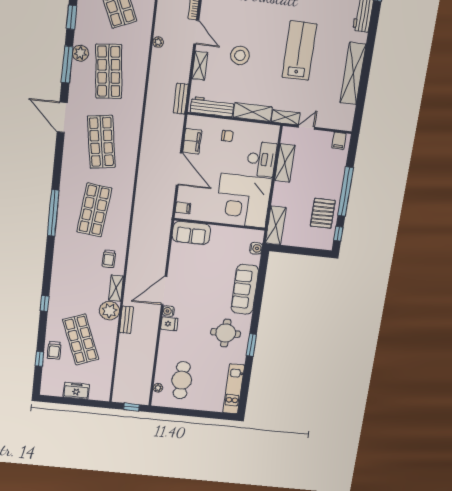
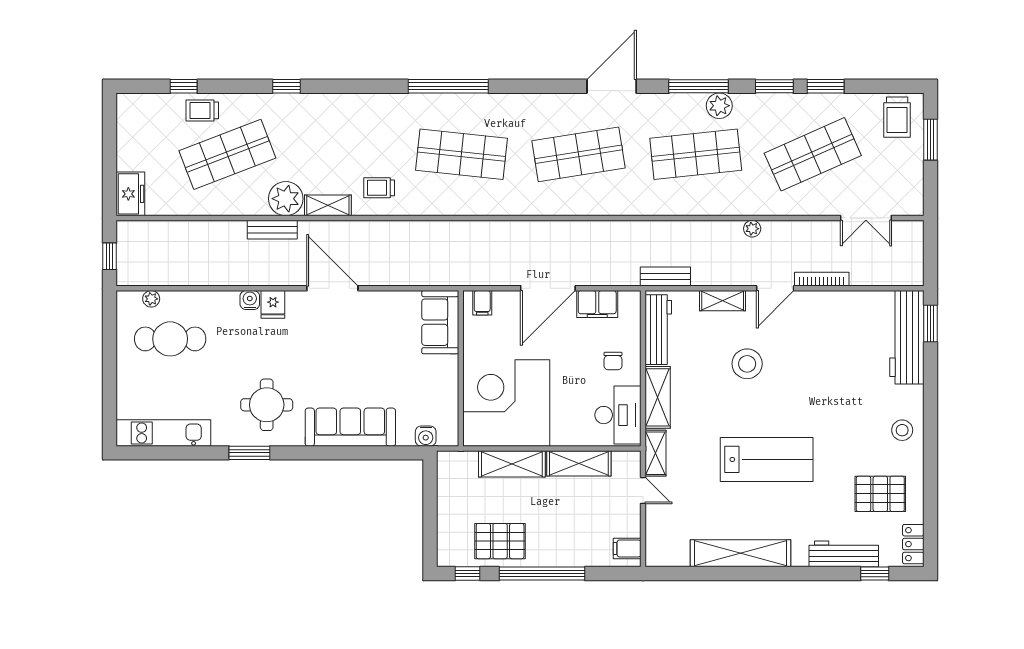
desk: (261, 159) -> (618, 415), moved, turned -90
shelving: (276, 225) -> (512, 464), moved
water cooler: (168, 311) -> (250, 300), moved
freezer: (76, 391) -> (130, 194), moved

